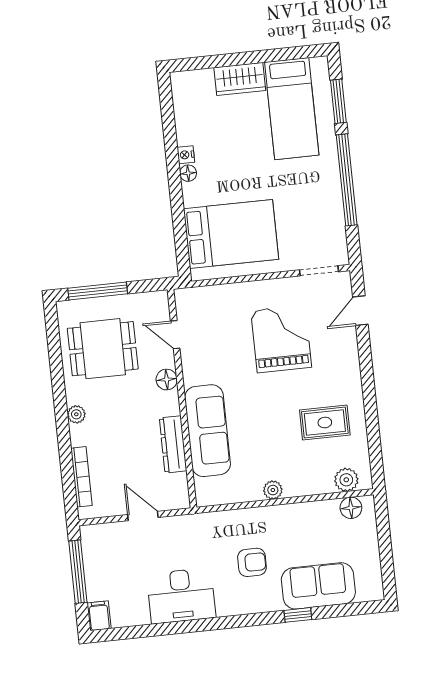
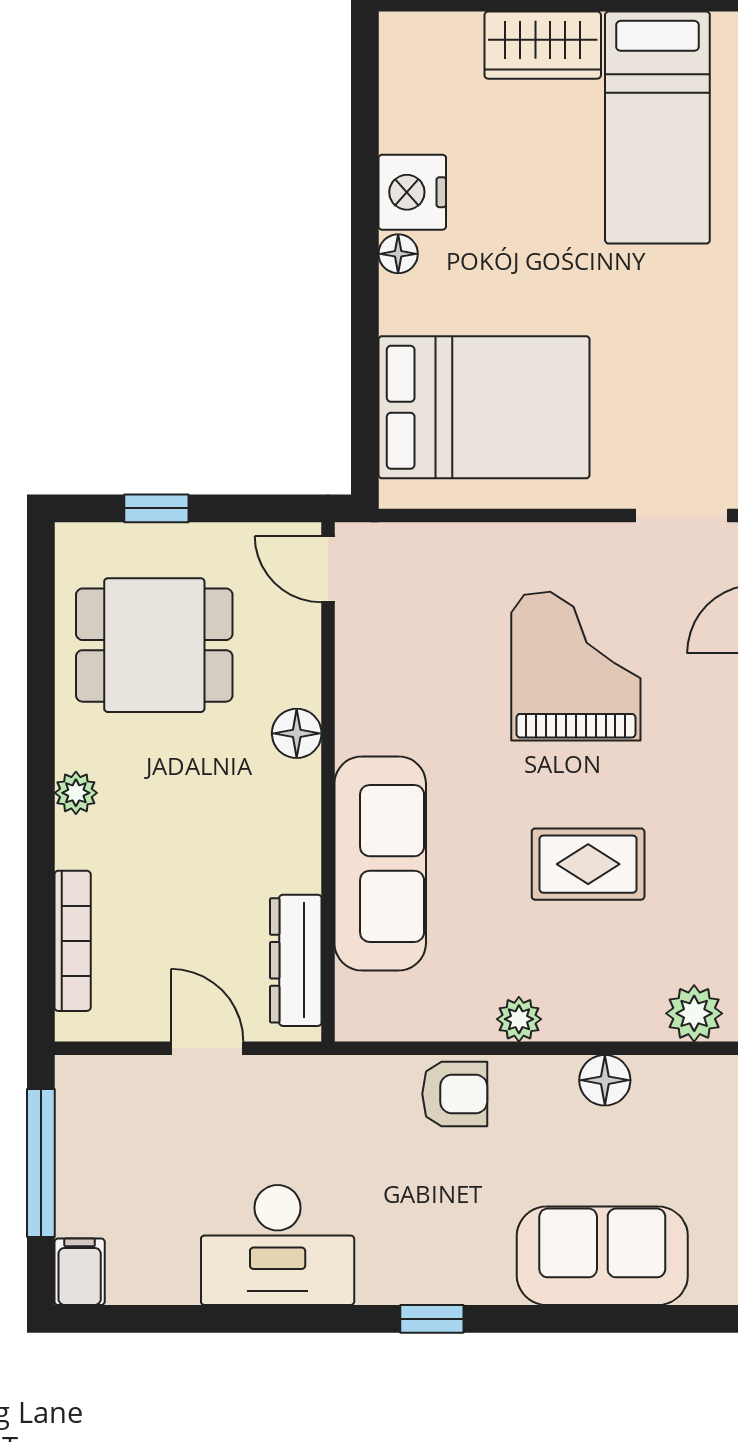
nightstand: (186, 155) -> (412, 192), width x1.89, depth x1.79
window: (98, 291) -> (156, 508), width x0.46
door: (175, 335) -> (328, 569), moved
rug: (325, 423) -> (588, 864), moved
dresser: (173, 444) -> (296, 960), moved
floor lamp: (351, 508) -> (605, 1080), moved
armchair: (252, 562) -> (455, 1094), moved
window: (298, 615) -> (432, 1319), moved

